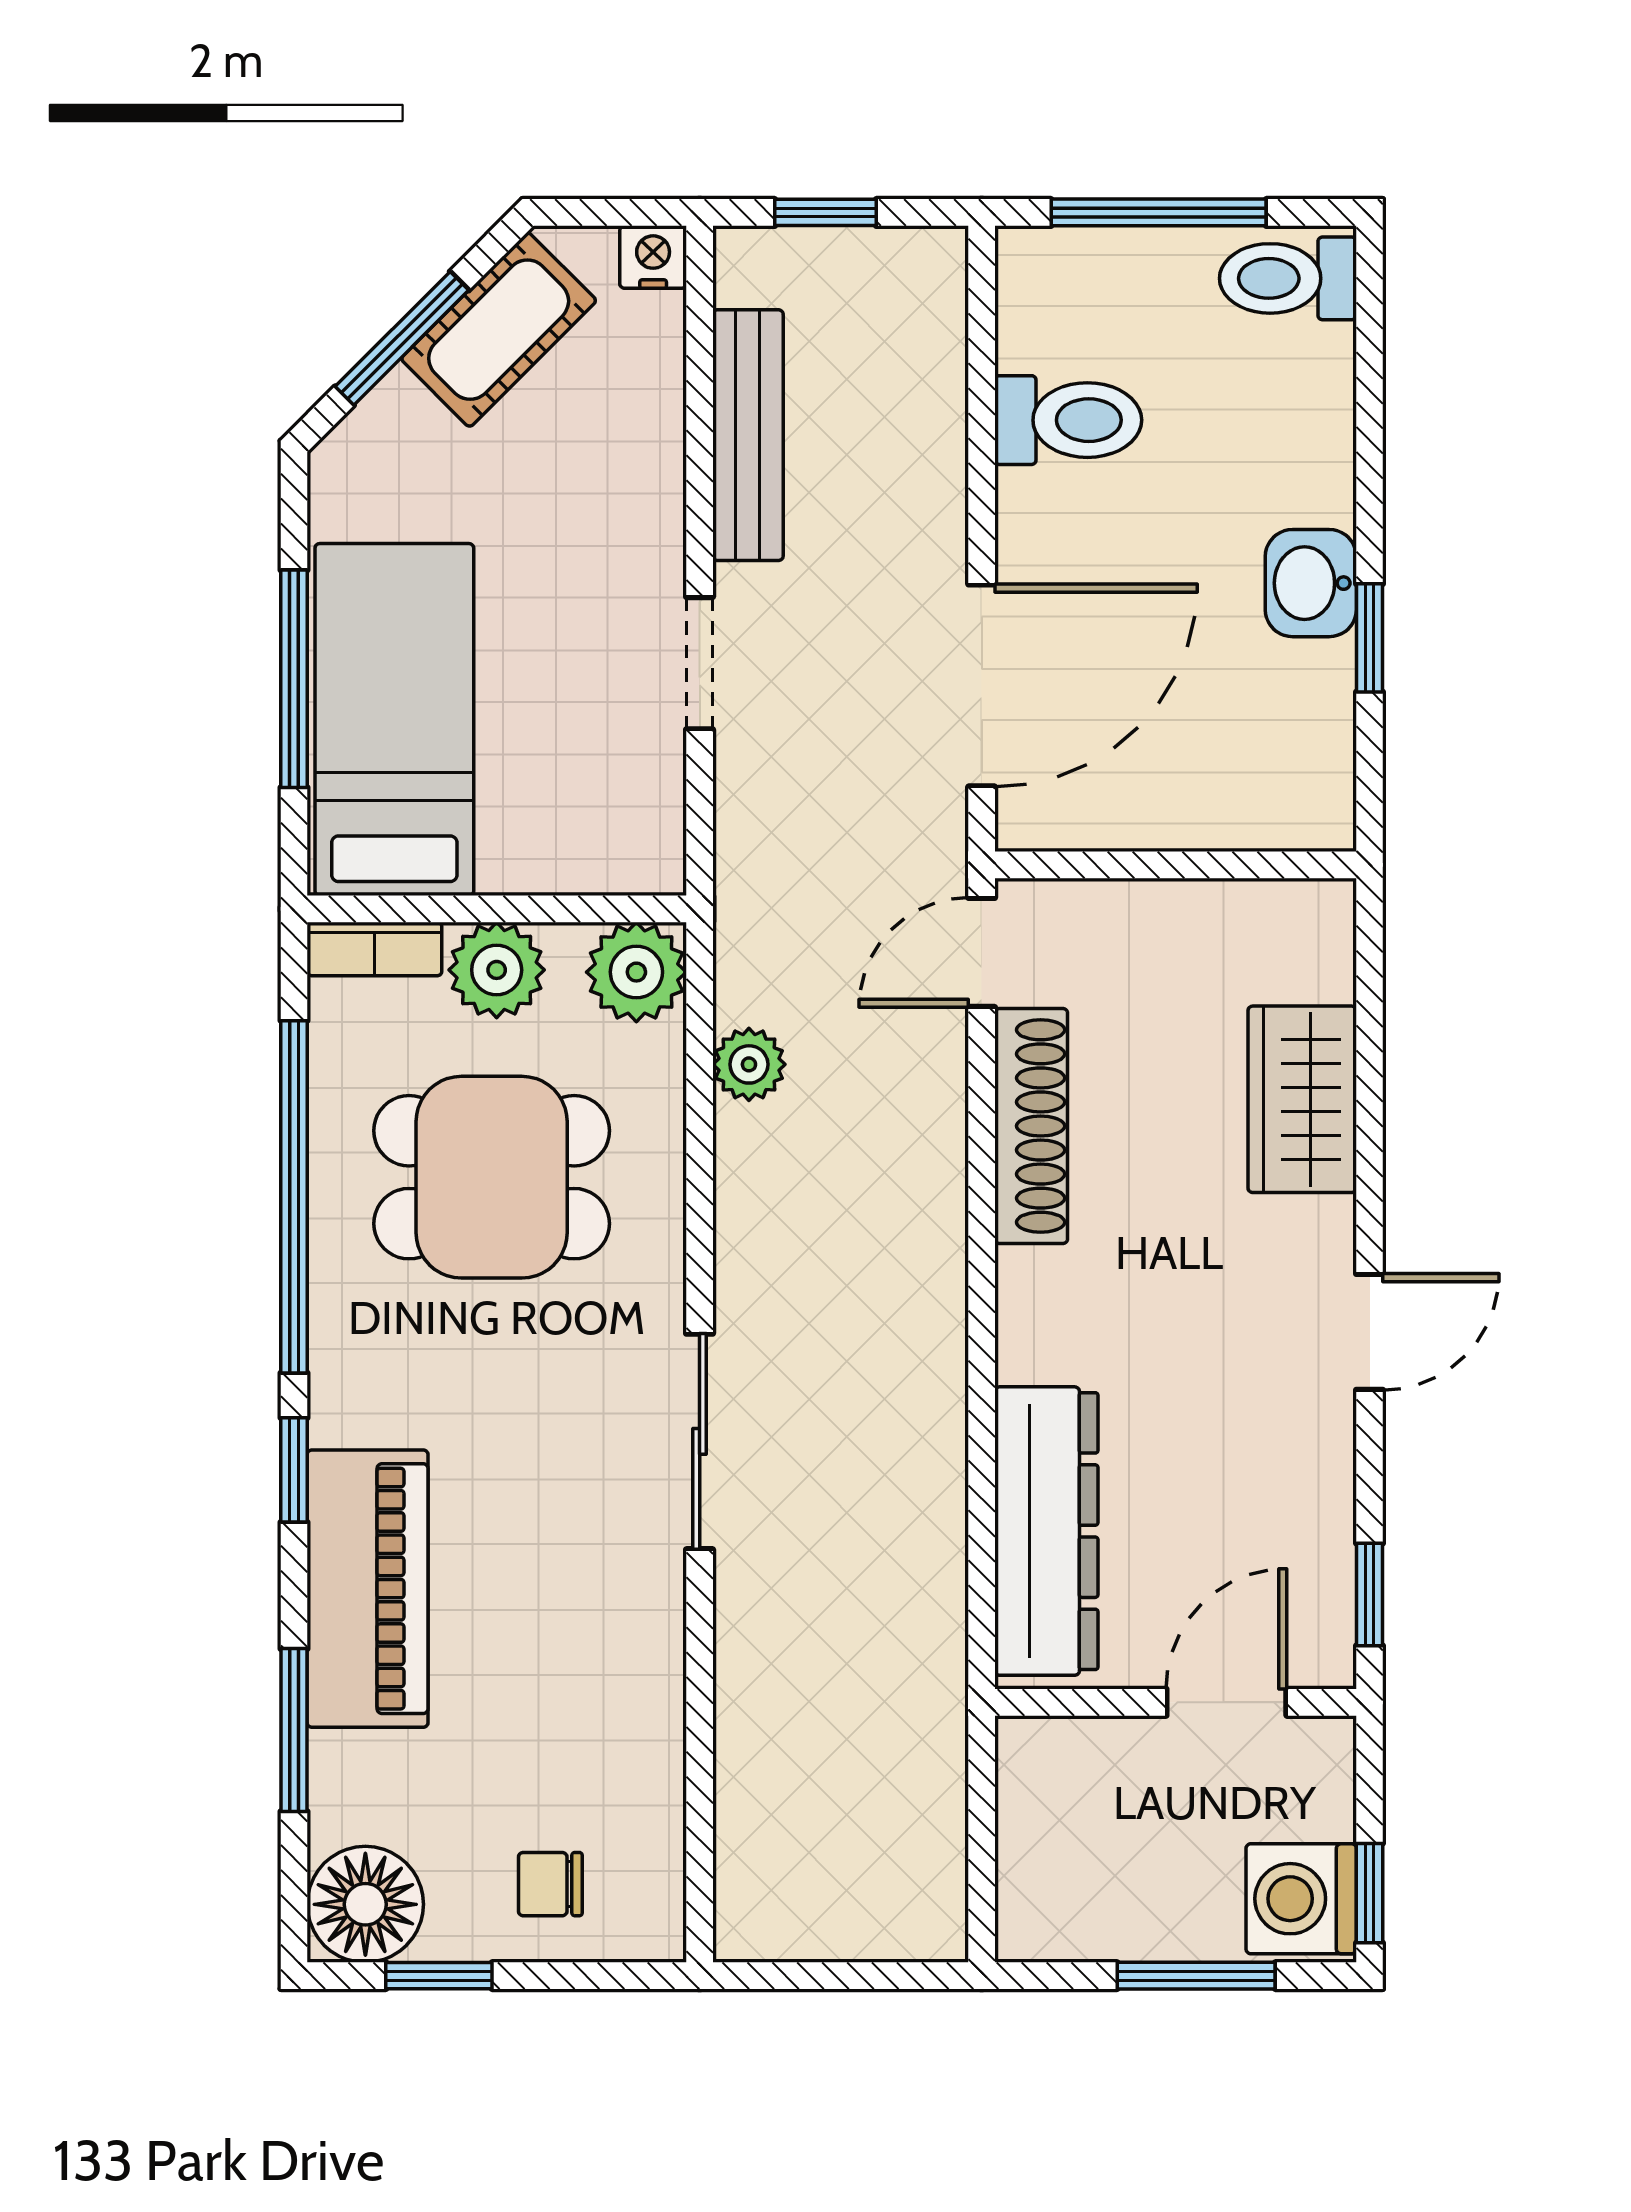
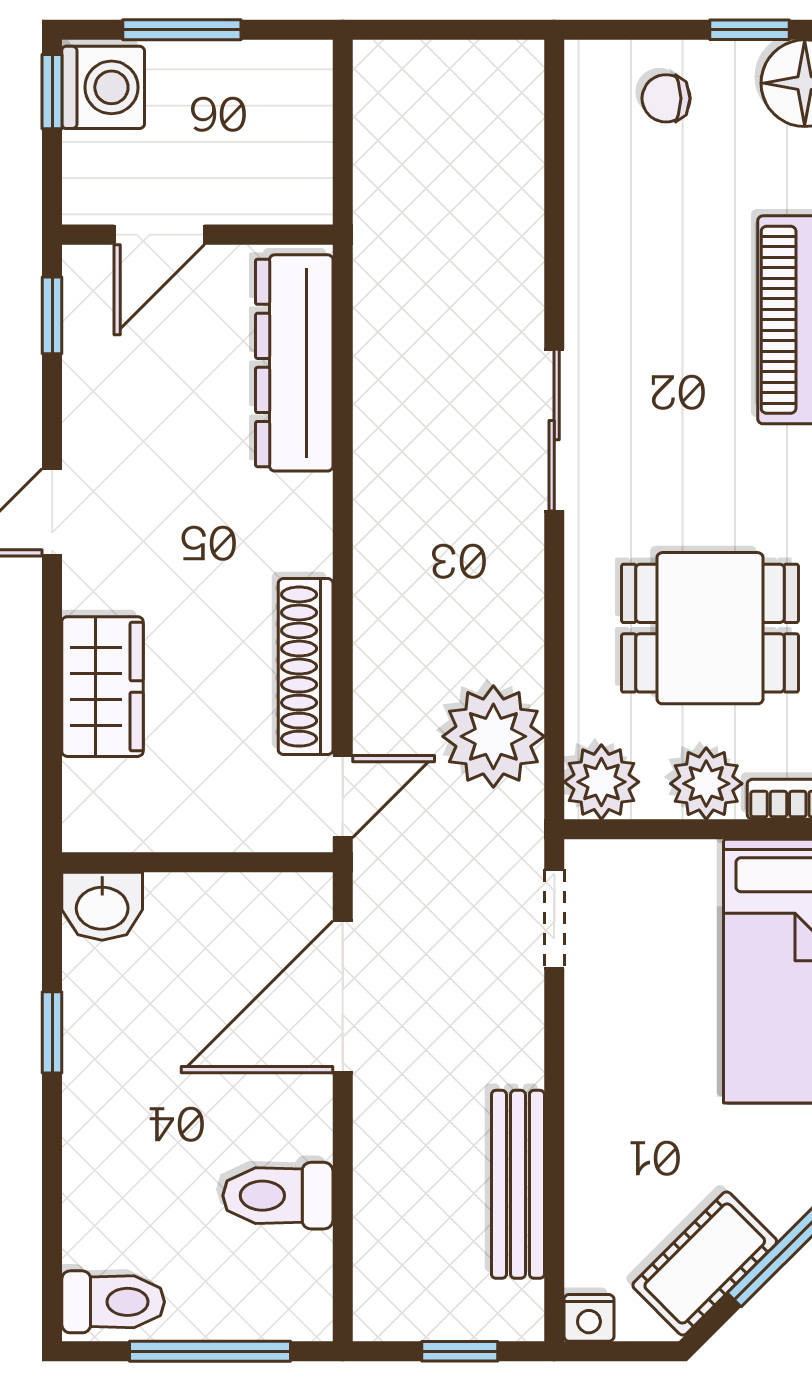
washbasin: (1311, 583) -> (102, 906), moved, turned 90
doorway: (700, 663) -> (554, 919), moved
plant: (749, 1064) -> (493, 736), width x1.88, depth x1.88
chair: (550, 1884) -> (666, 98), turned 180

